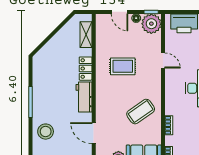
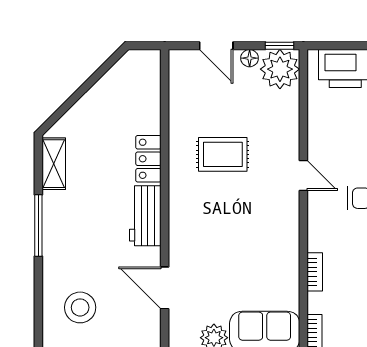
shelving: (86, 35) -> (54, 164), moved
door: (163, 61) -> (303, 175), moved
coffee table: (141, 112) -> (258, 245), removed
stool: (46, 132) -> (80, 307), moved

